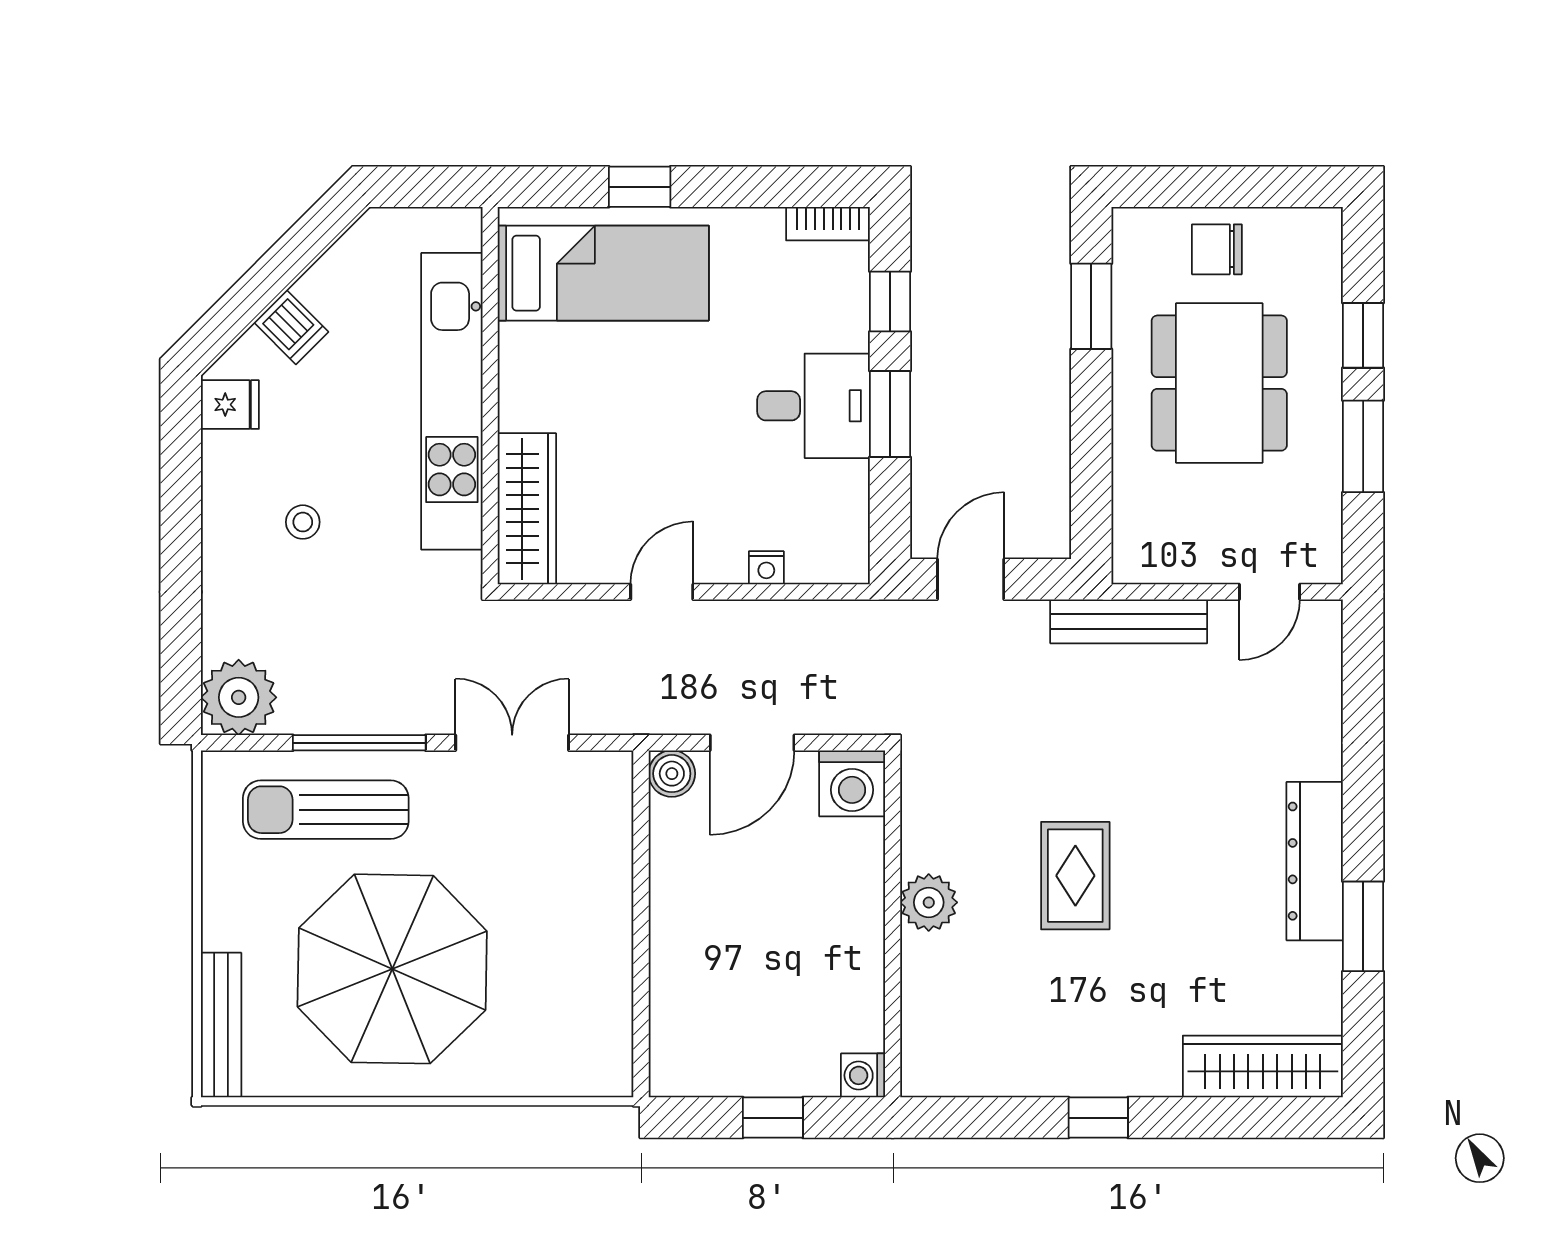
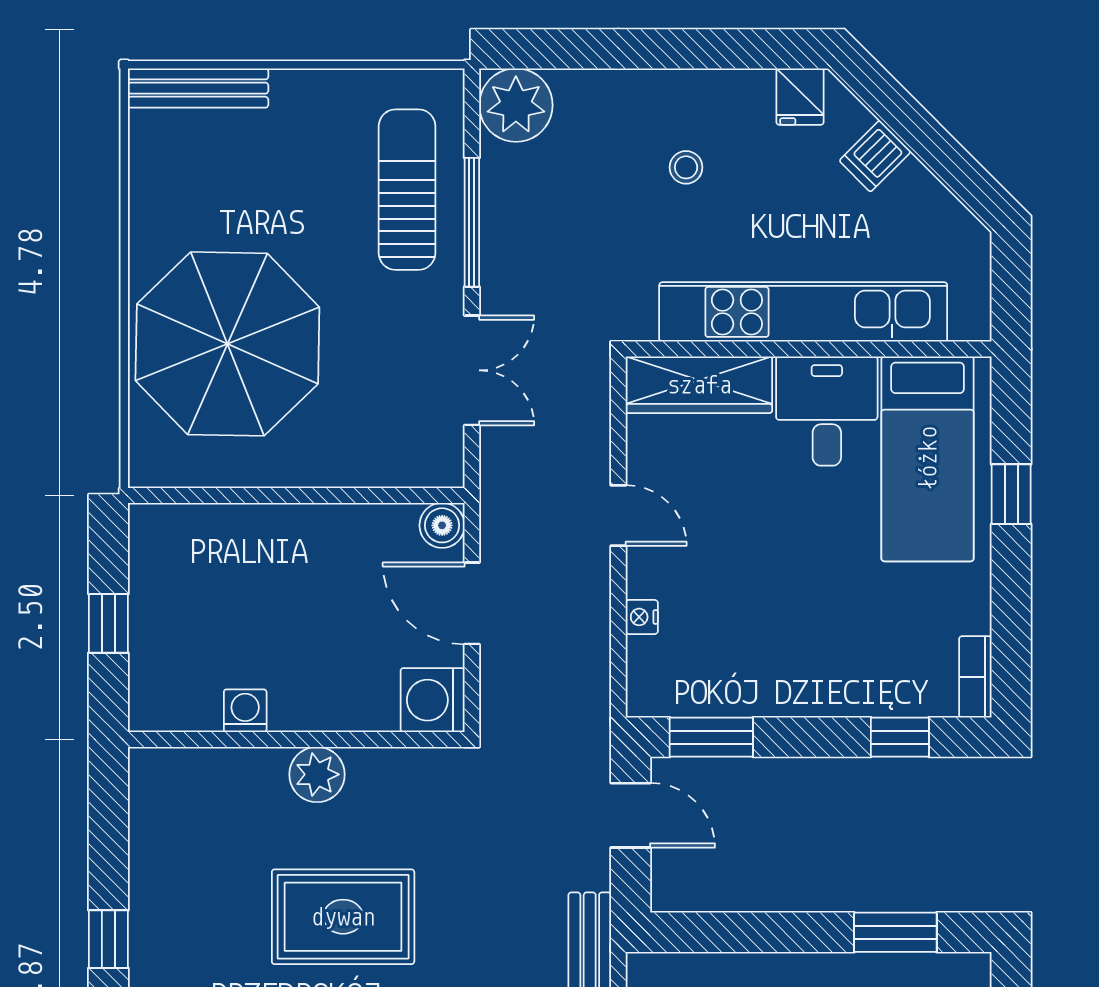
desk: (814, 406) -> (827, 411), moved, turned 180
window: (890, 414) -> (711, 737), moved
rug: (1075, 876) -> (343, 917), width x1.36, depth x1.43
parasol: (392, 969) -> (227, 344), moved
washing machine: (863, 1075) -> (245, 711), moved

